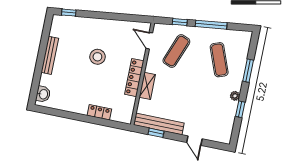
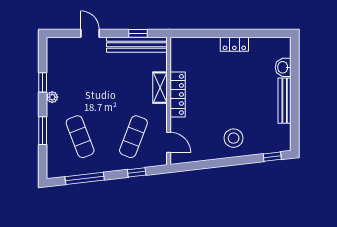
window: (211, 25) -> (85, 178), moved
stool: (97, 57) -> (234, 138), moved
washbasin: (43, 94) -> (283, 67), moved
locker: (99, 112) -> (234, 44), moved

